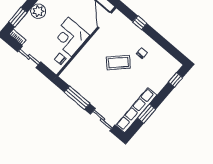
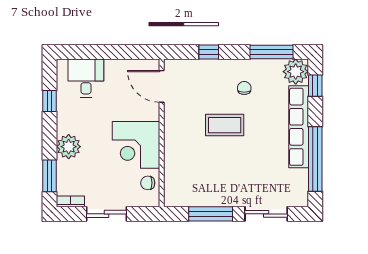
window: (169, 47) -> (272, 52), added
coffee table: (118, 63) -> (225, 125), turned 45
plant: (172, 66) -> (296, 72), added
row of seats: (136, 110) -> (299, 127), moved
window: (147, 114) -> (315, 159), width x2.11

